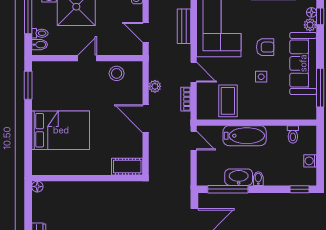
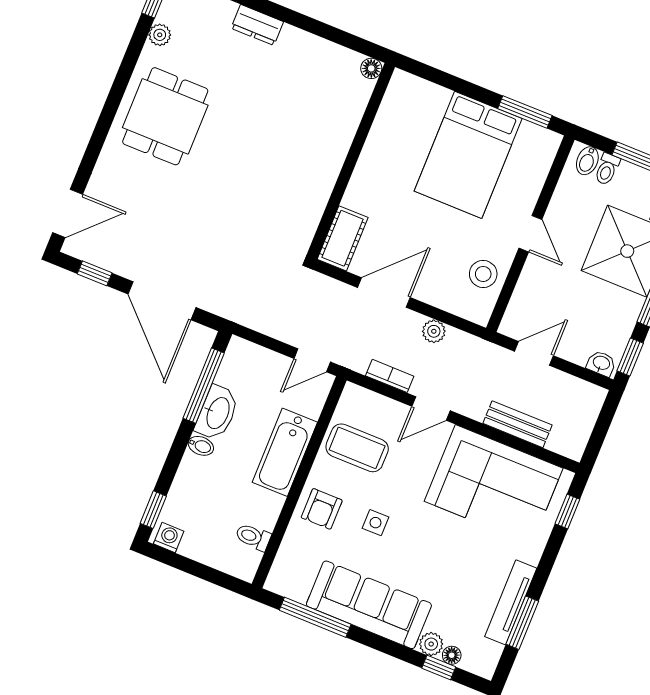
armchair: (265, 47) -> (322, 509), moved
bed: (61, 130) -> (468, 155), moved
washing machine: (310, 161) -> (169, 537), moved
cot: (127, 167) -> (343, 238), moved
wall: (87, 178) -> (351, 161), moved
floor lamp: (37, 187) -> (371, 68), moved

